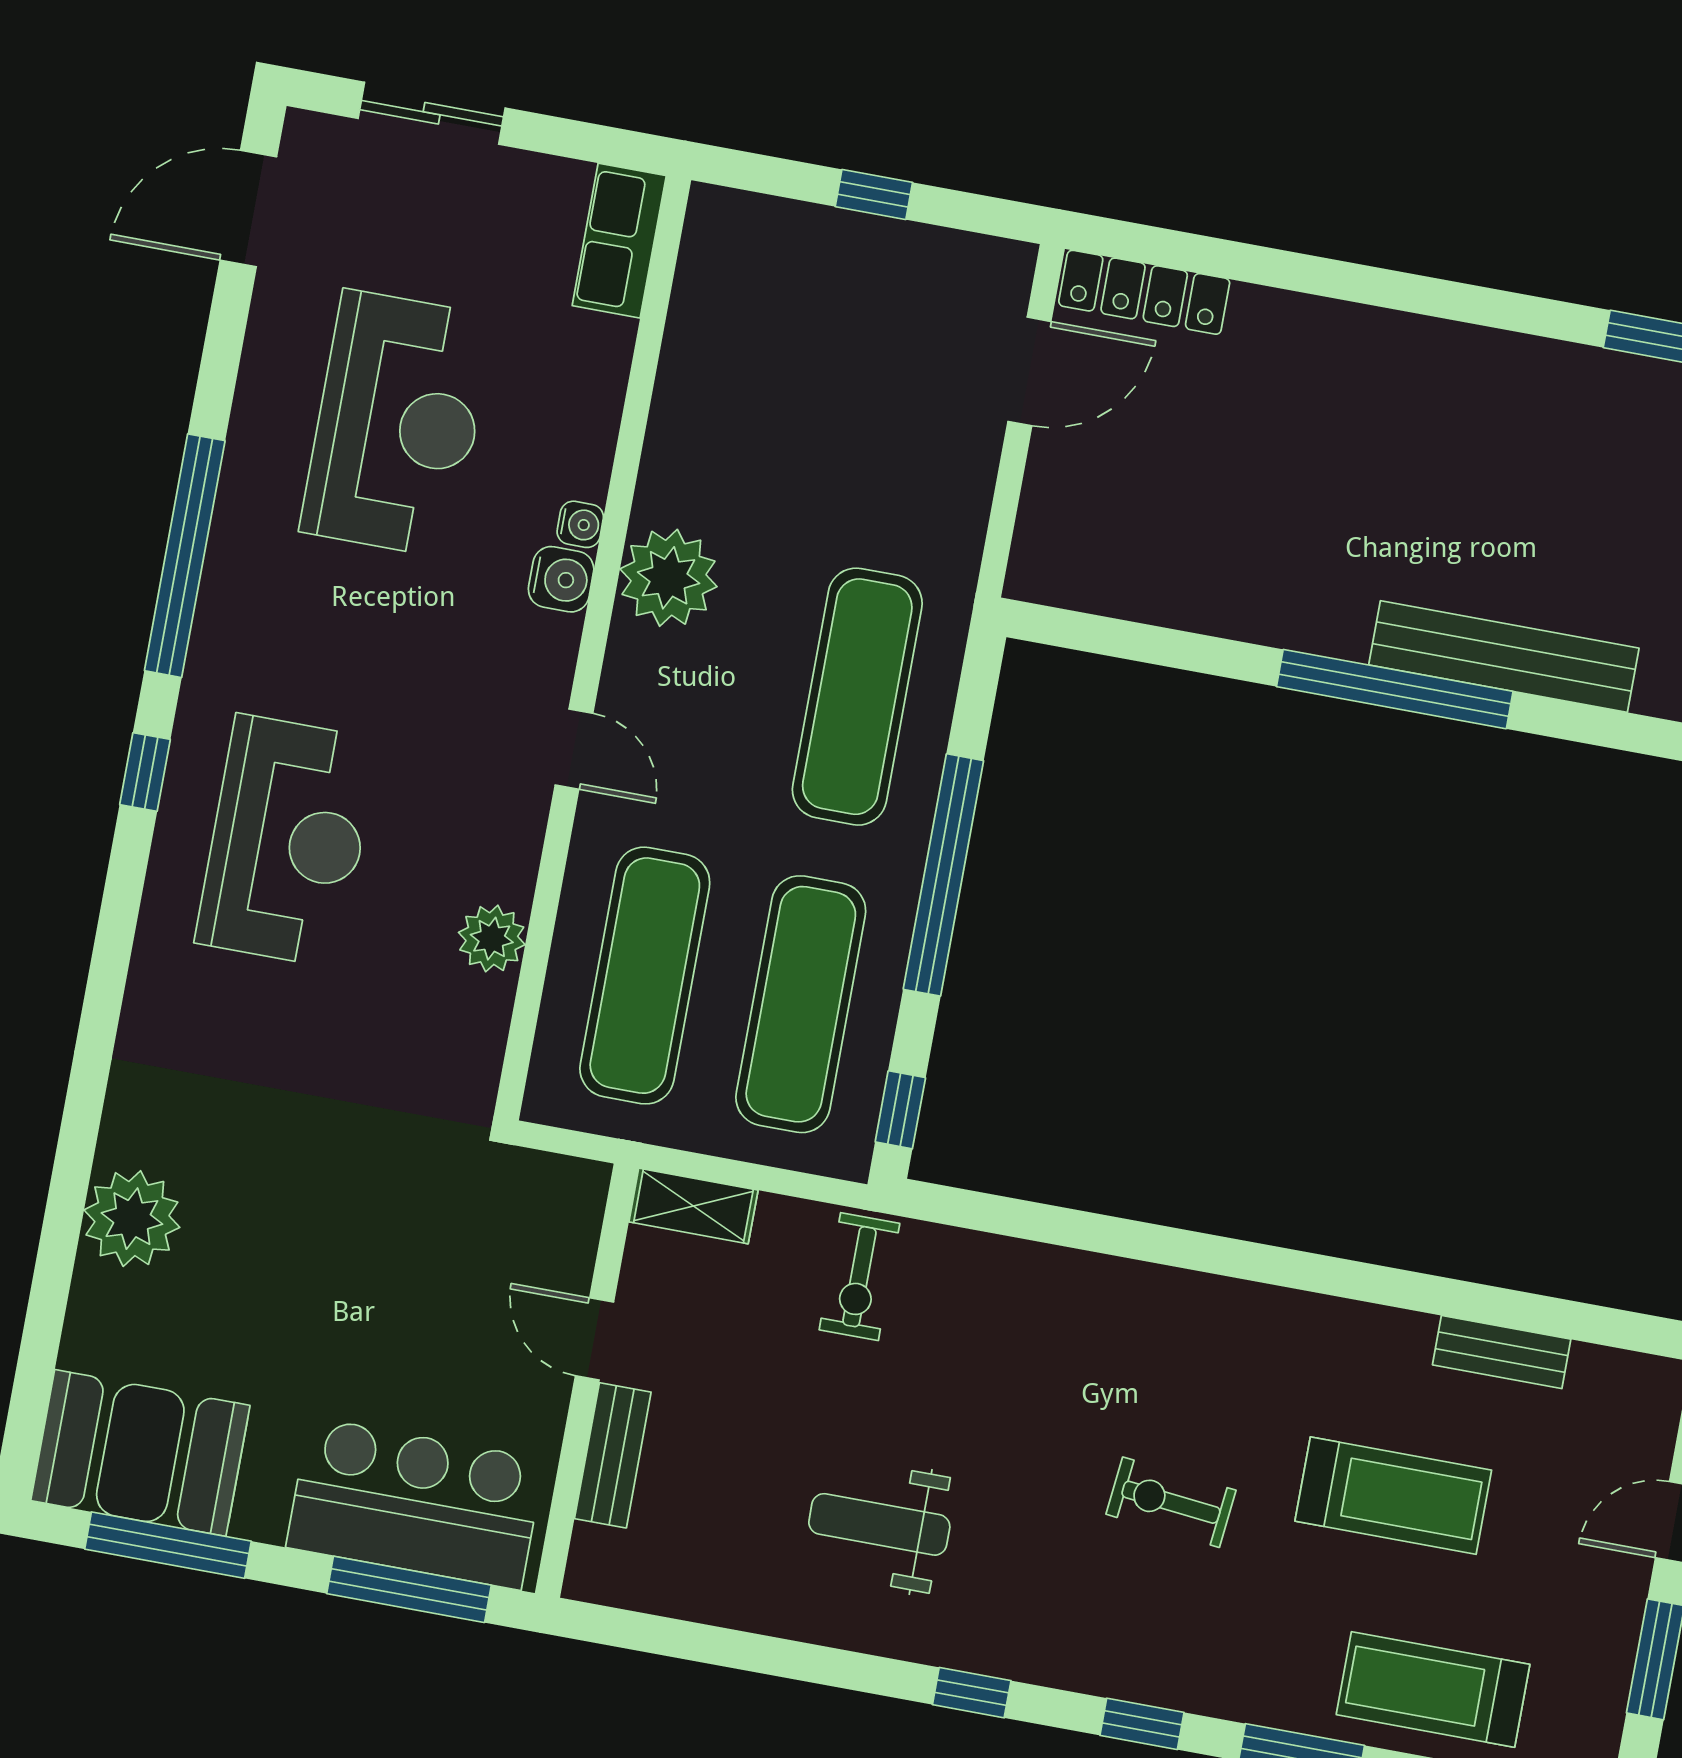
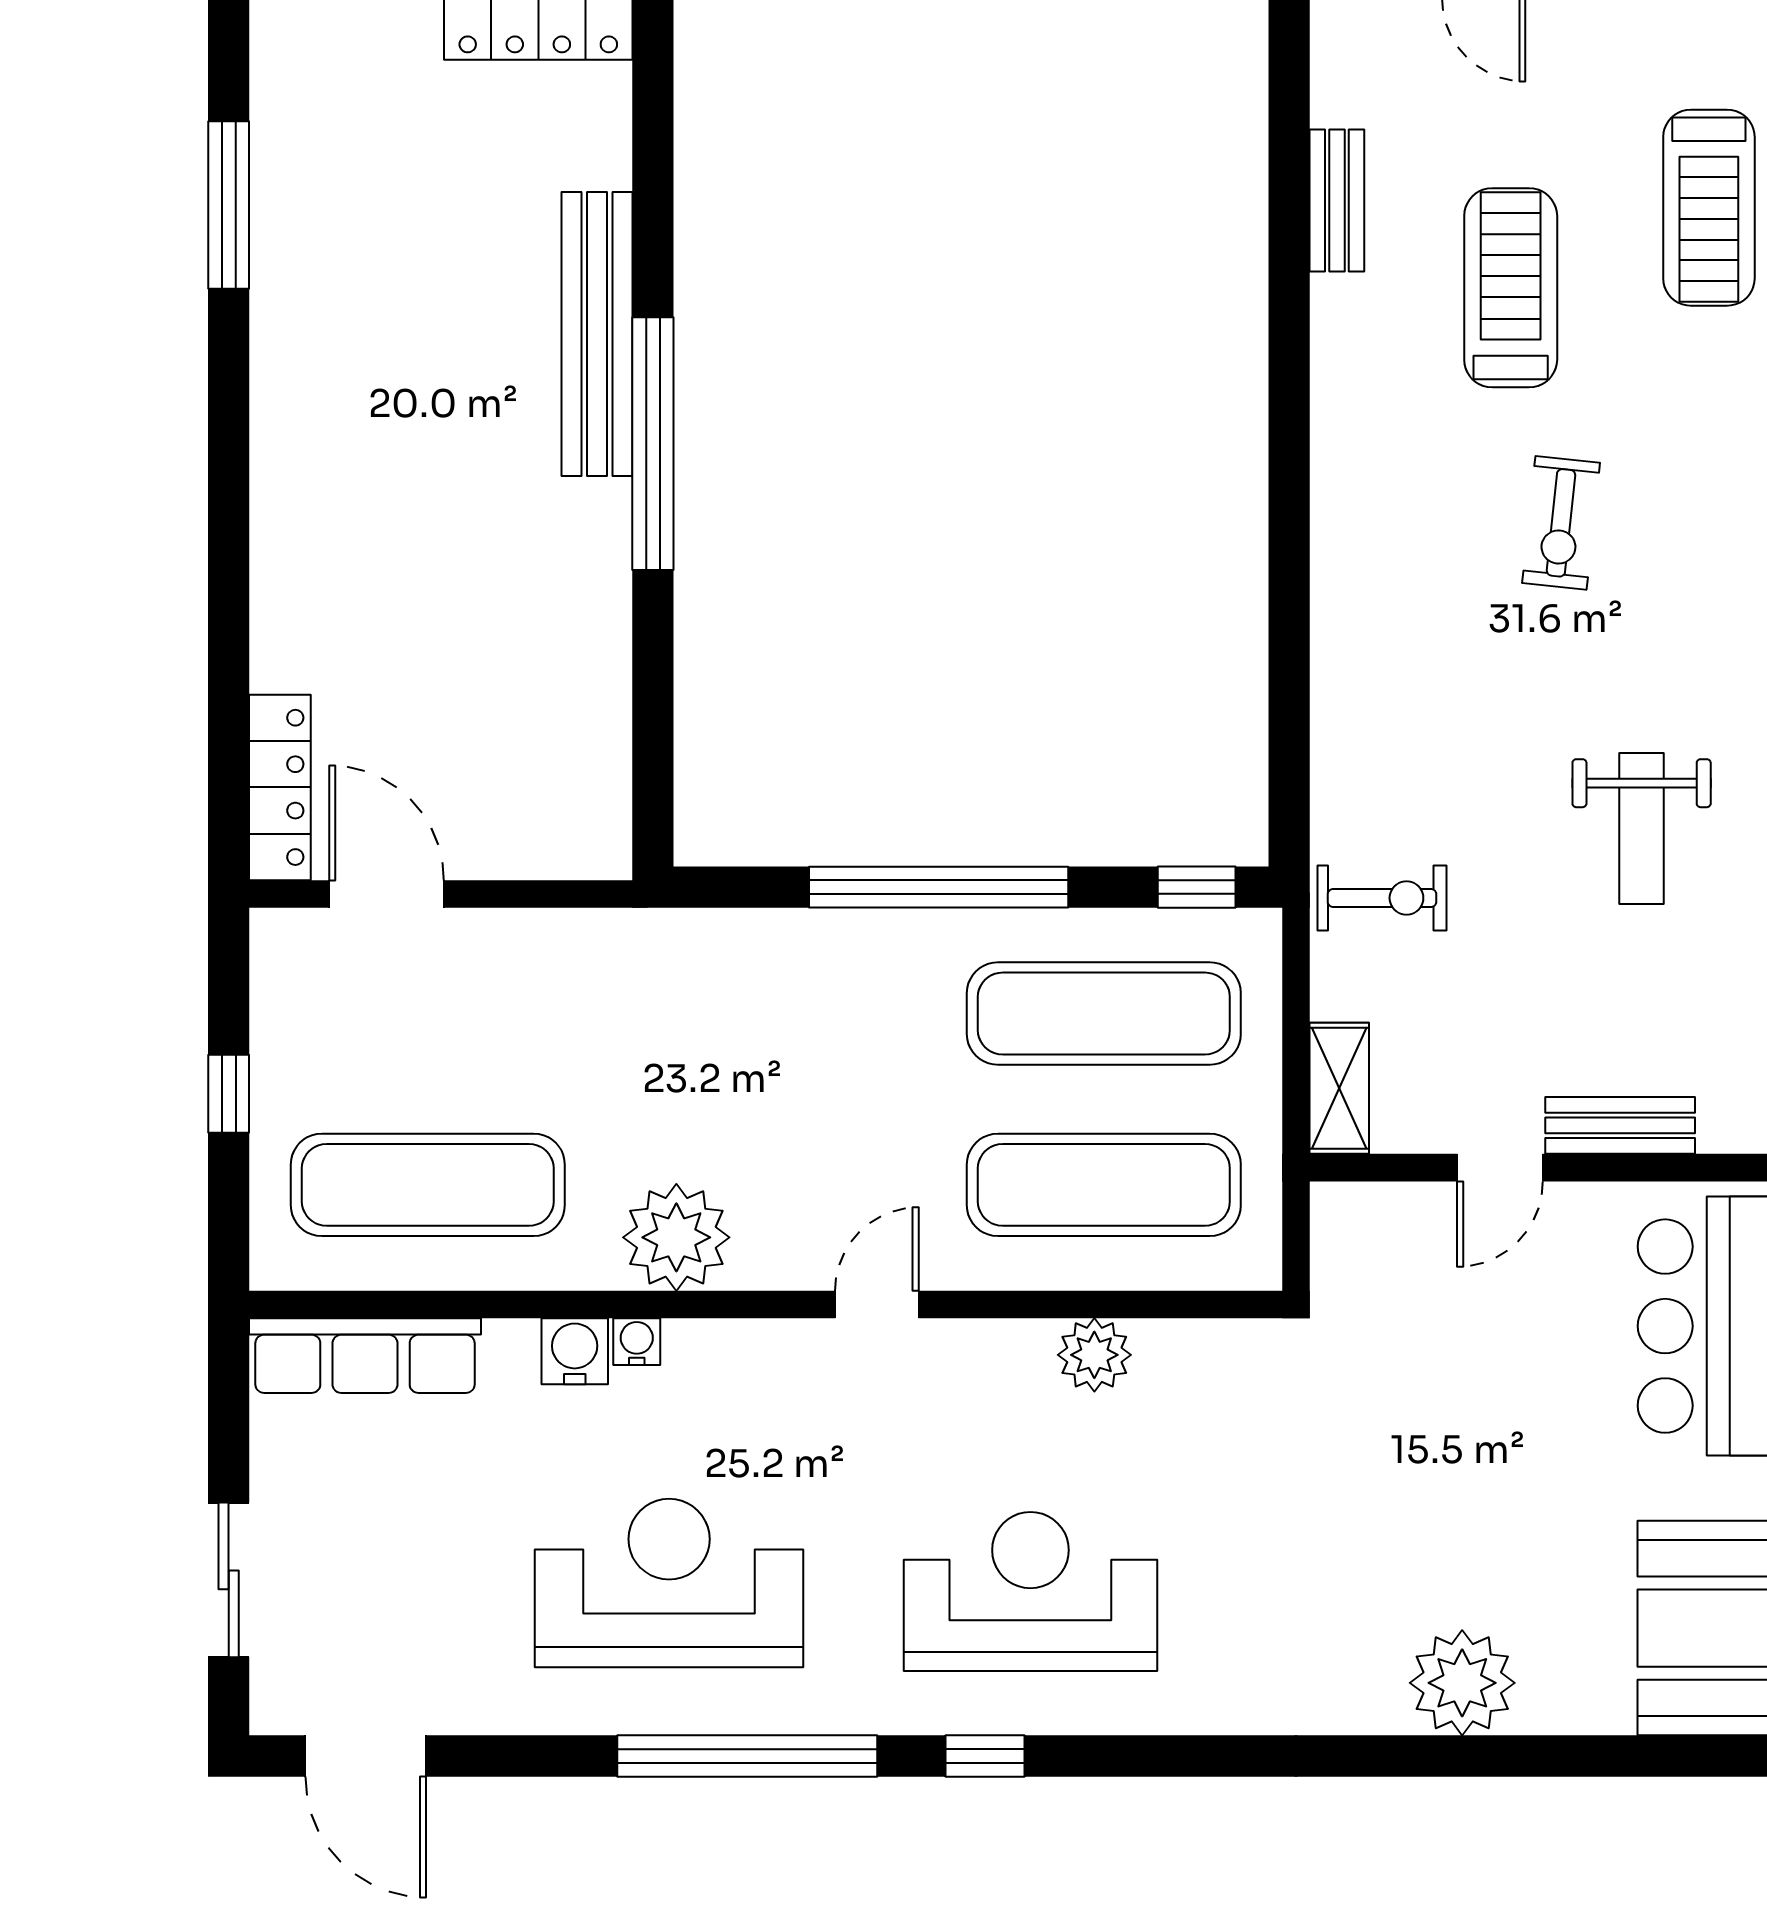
row of seats: (619, 241) -> (365, 1356), width x1.48
reception desk: (397, 424) -> (669, 1583), moved
water cooler: (561, 579) -> (575, 1351), moved
exercise mat: (857, 697) -> (428, 1185), moved

